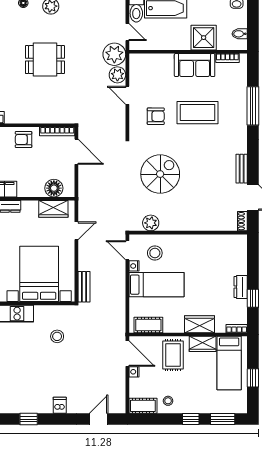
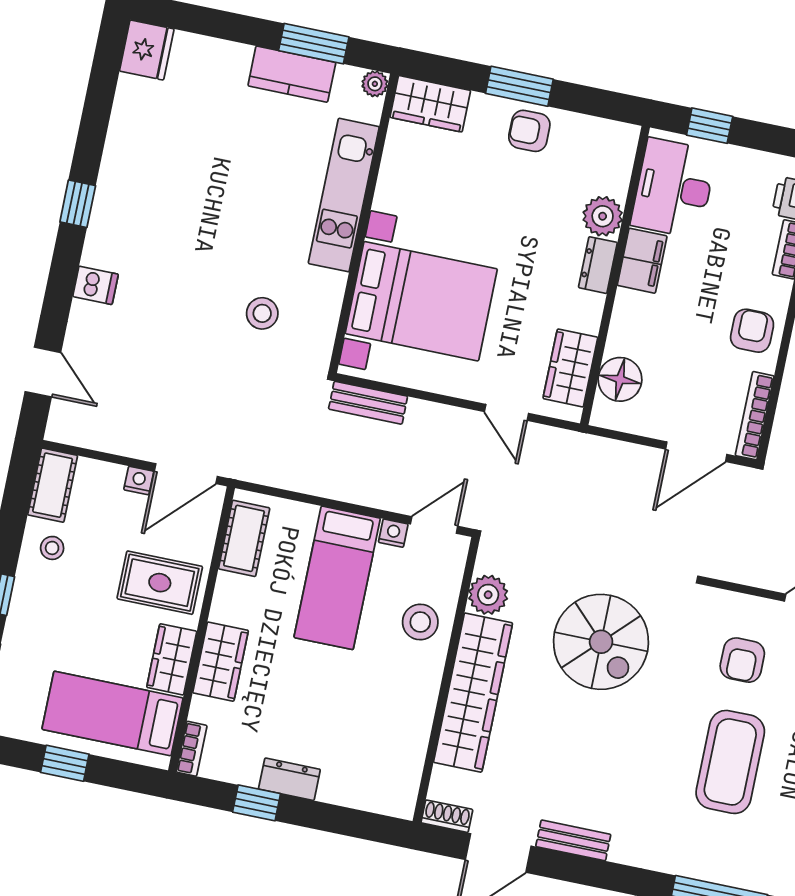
wardrobe: (191, 221) -> (473, 693), added
stool: (155, 253) -> (420, 622), moved

